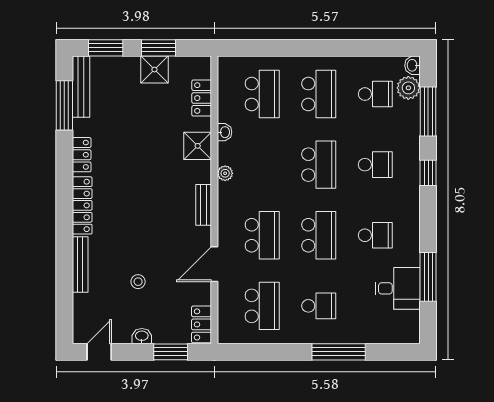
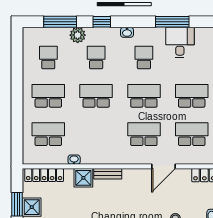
washbasin: (413, 65) -> (127, 32), moved
plant: (408, 88) -> (78, 35), moved
locker: (202, 98) -> (44, 175), width x1.53
plant: (225, 173) -> (102, 159), removed
bench: (204, 205) -> (108, 174), moved
door: (214, 264) -> (163, 166), hinge flipped
school desk: (319, 306) -> (192, 96), width x1.85

